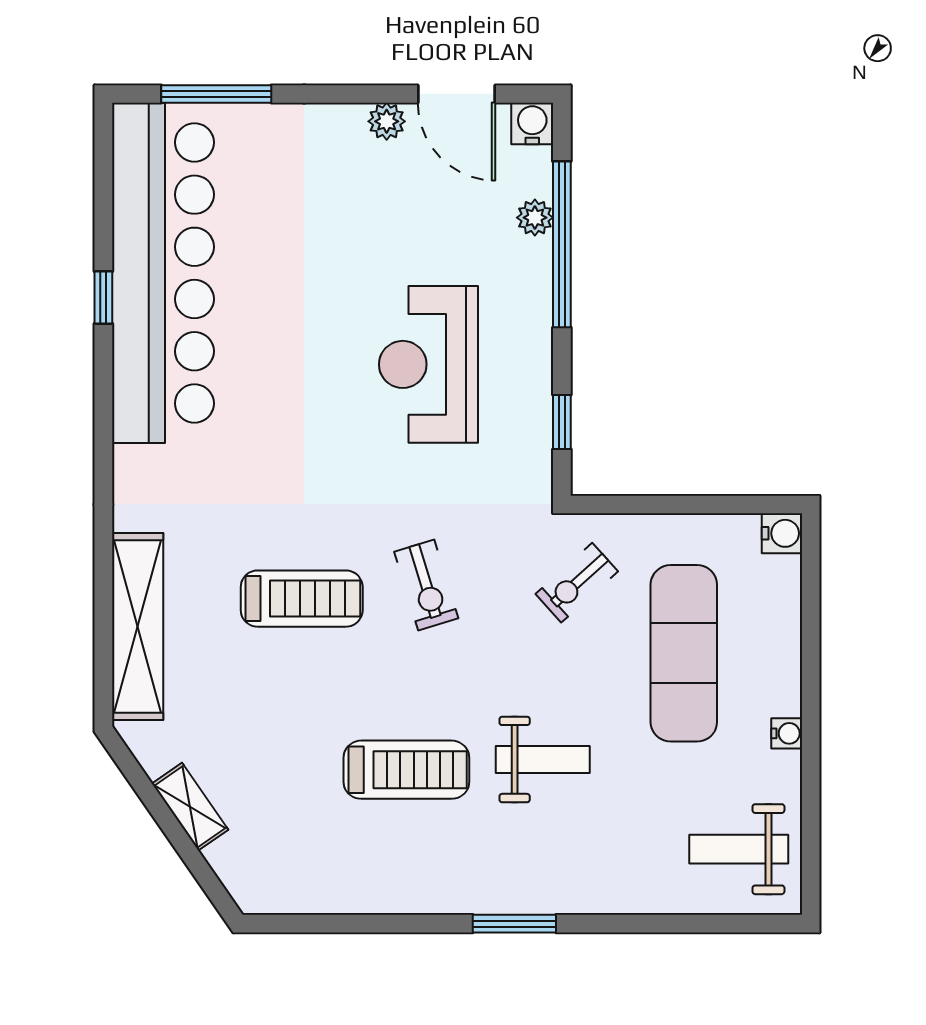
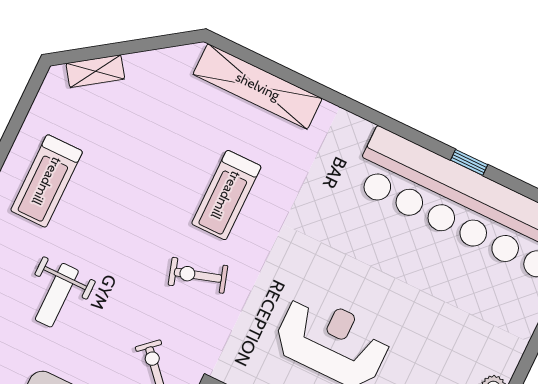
treadmill: (406, 770) -> (47, 181), moved
shelving: (190, 807) -> (95, 71), moved

